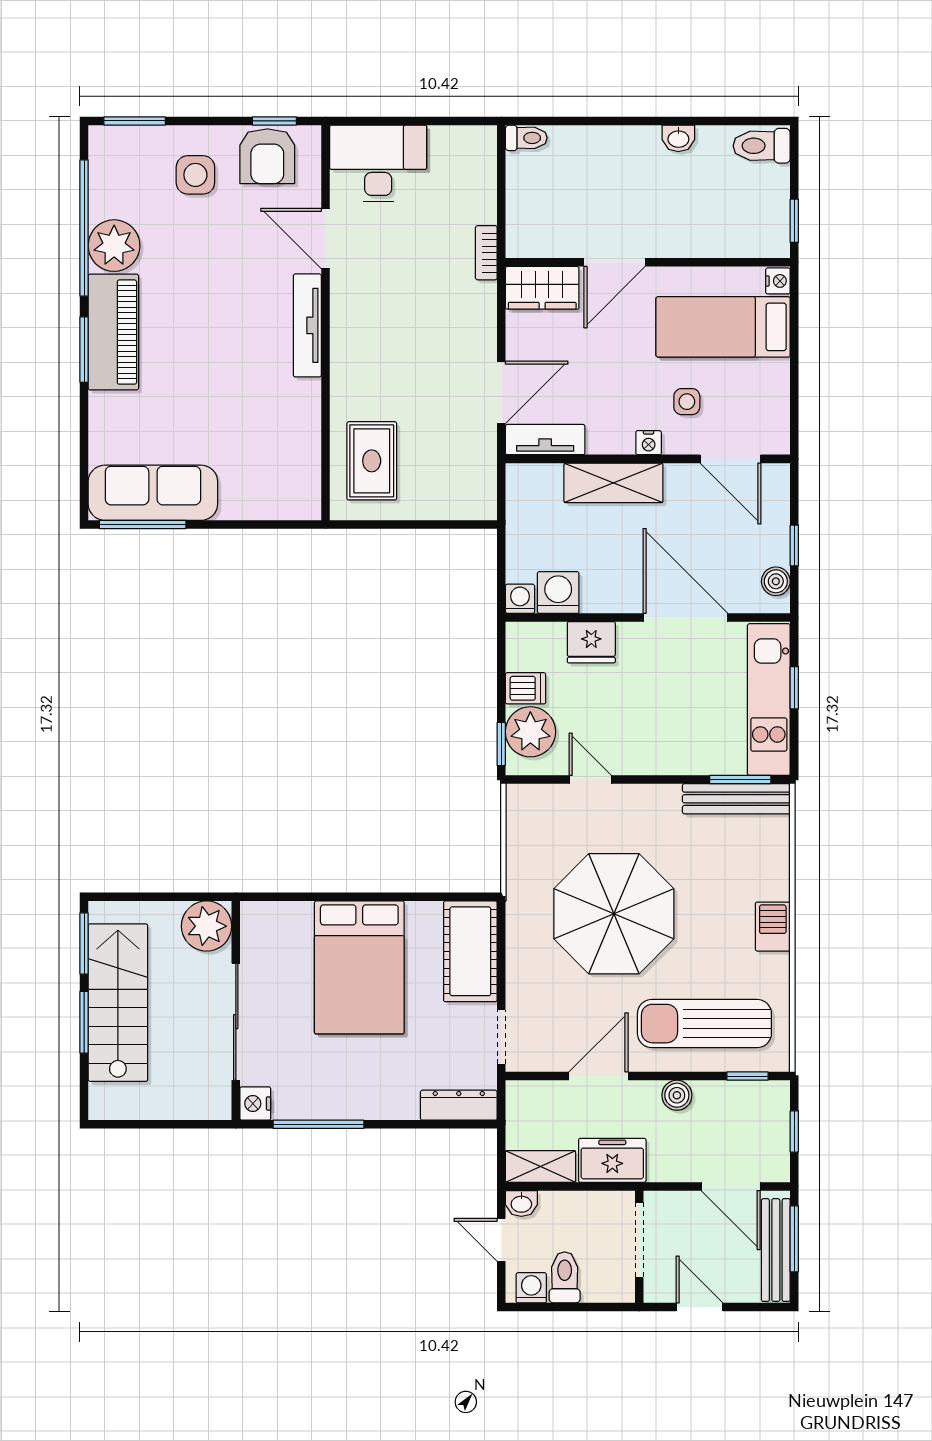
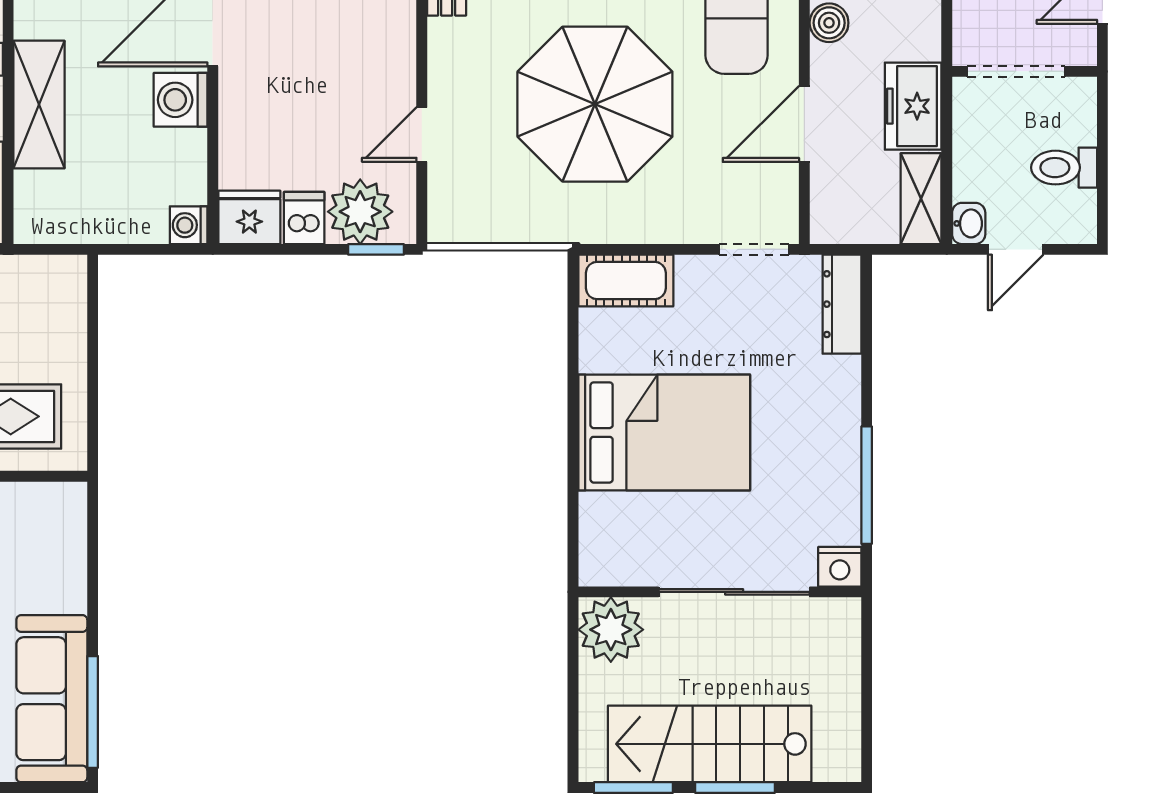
washing machine: (558, 593) -> (181, 100), moved
fridge: (591, 642) -> (249, 217), moved, turned -90
cot: (470, 951) -> (626, 280), width x0.73, depth x0.75
door: (598, 1076) -> (804, 124), hinge flipped
washing machine: (531, 1288) -> (1078, 211), removed

